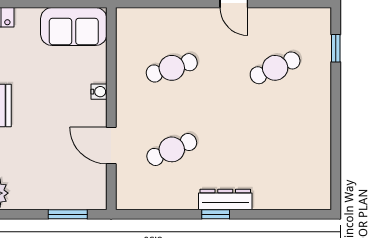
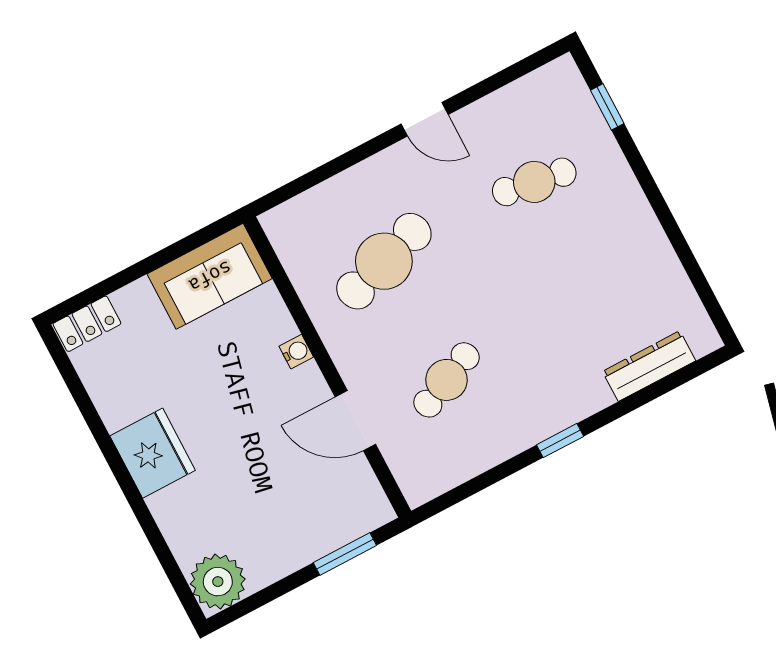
cafe table: (172, 68) -> (384, 261), width x1.37, depth x1.35
cafe table: (275, 68) -> (534, 182), turned 33
dresser: (225, 199) -> (649, 366), moved

